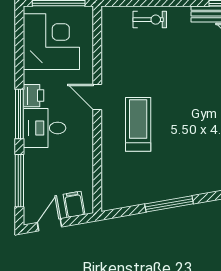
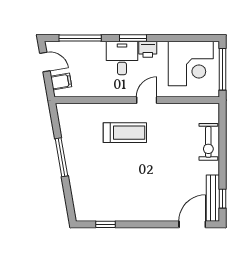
exercise bike: (150, 20) -> (208, 142), width x1.38, depth x1.39
window: (19, 114) -> (133, 38), width x0.69

